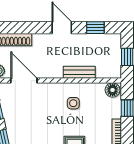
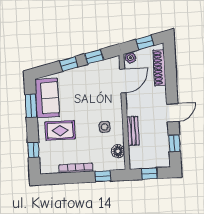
floor lamp: (113, 90) -> (118, 151), moved

